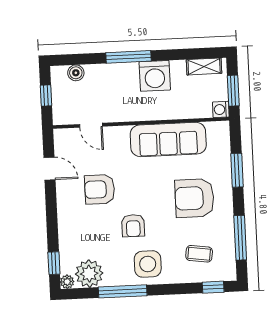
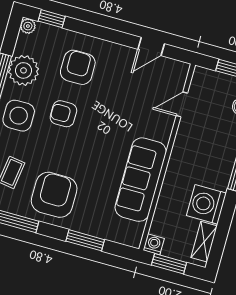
washing machine: (155, 76) -> (206, 204), moved
armchair: (100, 189) -> (78, 67), moved
armchair: (194, 198) -> (54, 195), moved
plant: (89, 274) -> (23, 70), moved

